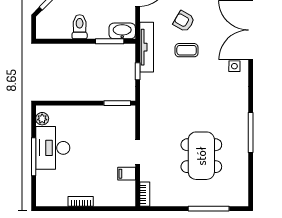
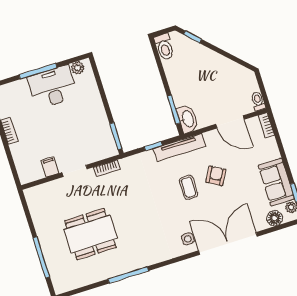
toilet: (80, 27) -> (164, 47), moved, turned 90
bookcase: (145, 194) -> (107, 168), moved

